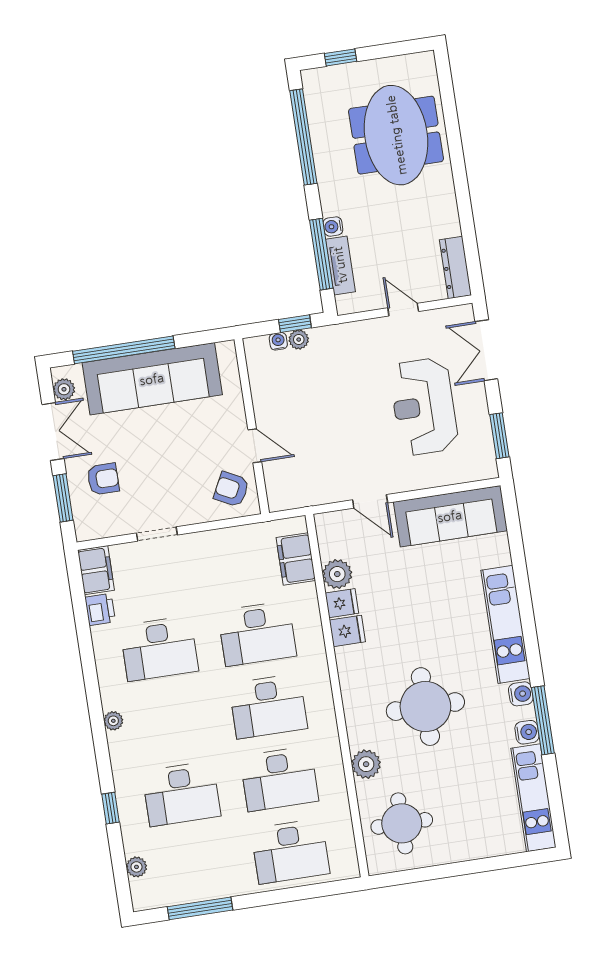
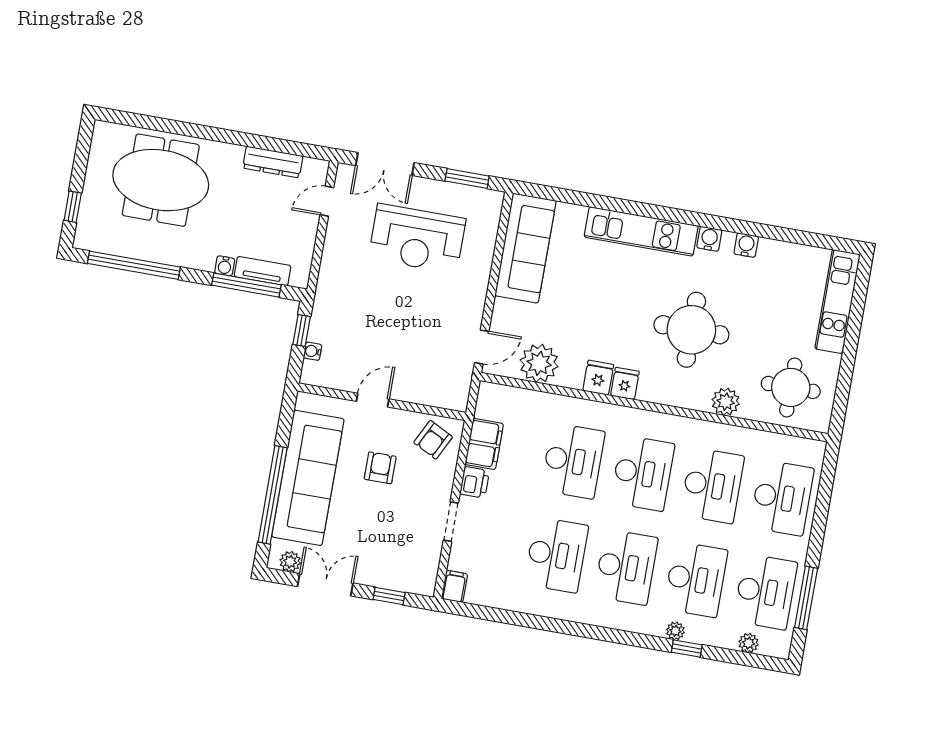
dresser: (455, 268) -> (273, 162), moved
door: (403, 310) -> (327, 201), moved
plant: (299, 340) -> (317, 332), removed
door: (255, 446) -> (373, 400), moved
armchair: (103, 479) -> (380, 468), moved
window: (63, 498) -> (389, 596), width x0.67
door: (370, 501) -> (482, 347), moved
filing cabinet: (296, 559) -> (484, 444), moved, turned -90
filing cabinet: (96, 570) -> (454, 586), width x0.50
plant: (337, 574) -> (539, 363), width x1.36, depth x1.36
fridge: (342, 603) -> (625, 383), moved
printer: (100, 609) -> (475, 482), moved, turned 90
window: (543, 720) -> (740, 227), removed
plant: (113, 721) -> (675, 631), moved
desk: (170, 721) -> (626, 567), added
kitchen unit: (533, 798) -> (838, 302), moved, turned 90
desk: (192, 866) -> (765, 592), added

